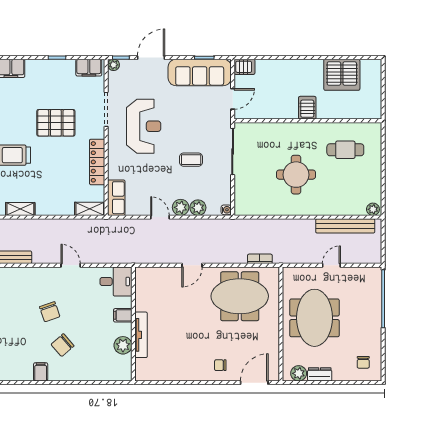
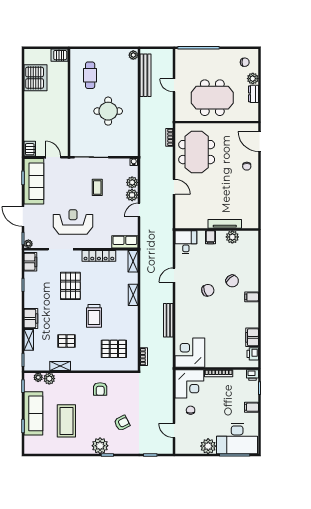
server rack: (307, 108) -> (59, 55), moved
shelving: (20, 209) -> (133, 295), moved
plant: (299, 373) -> (253, 79), moved

